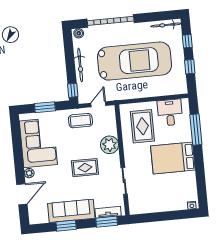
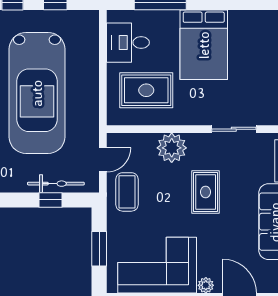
car: (135, 61) -> (37, 93), turned 180
bicycle: (80, 65) -> (56, 184), moved
window: (73, 90) -> (51, 200), moved
door: (98, 104) -> (103, 160), swing flipped

